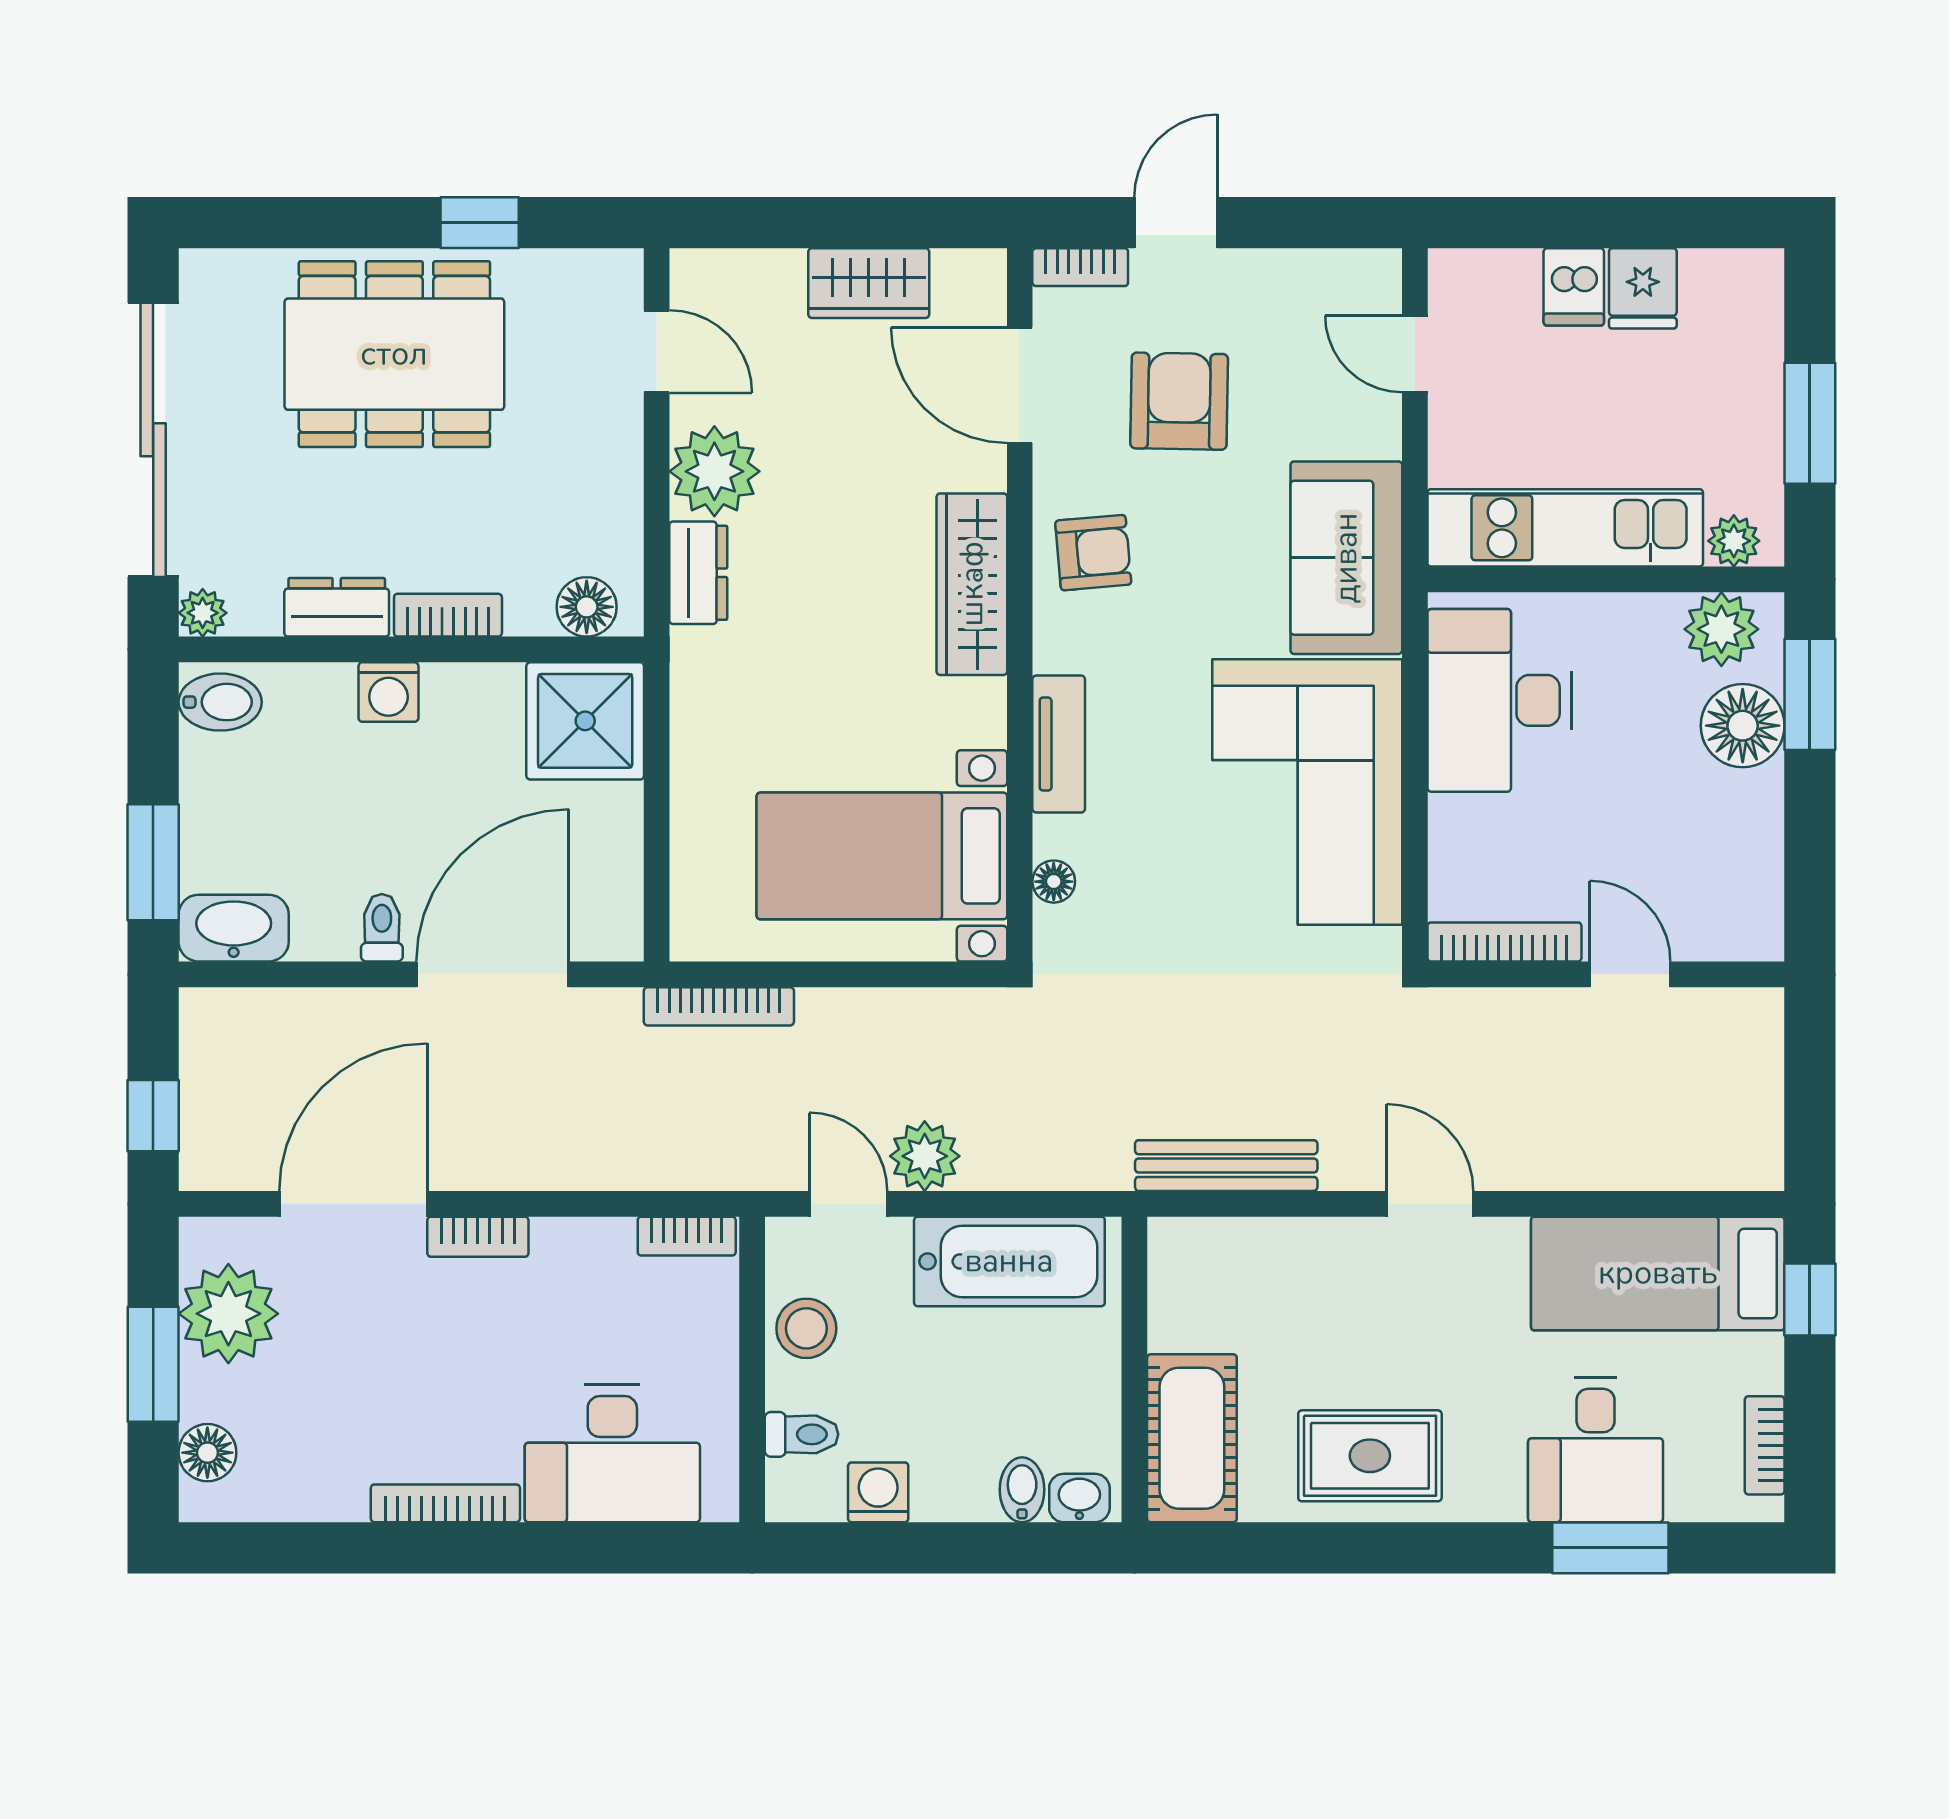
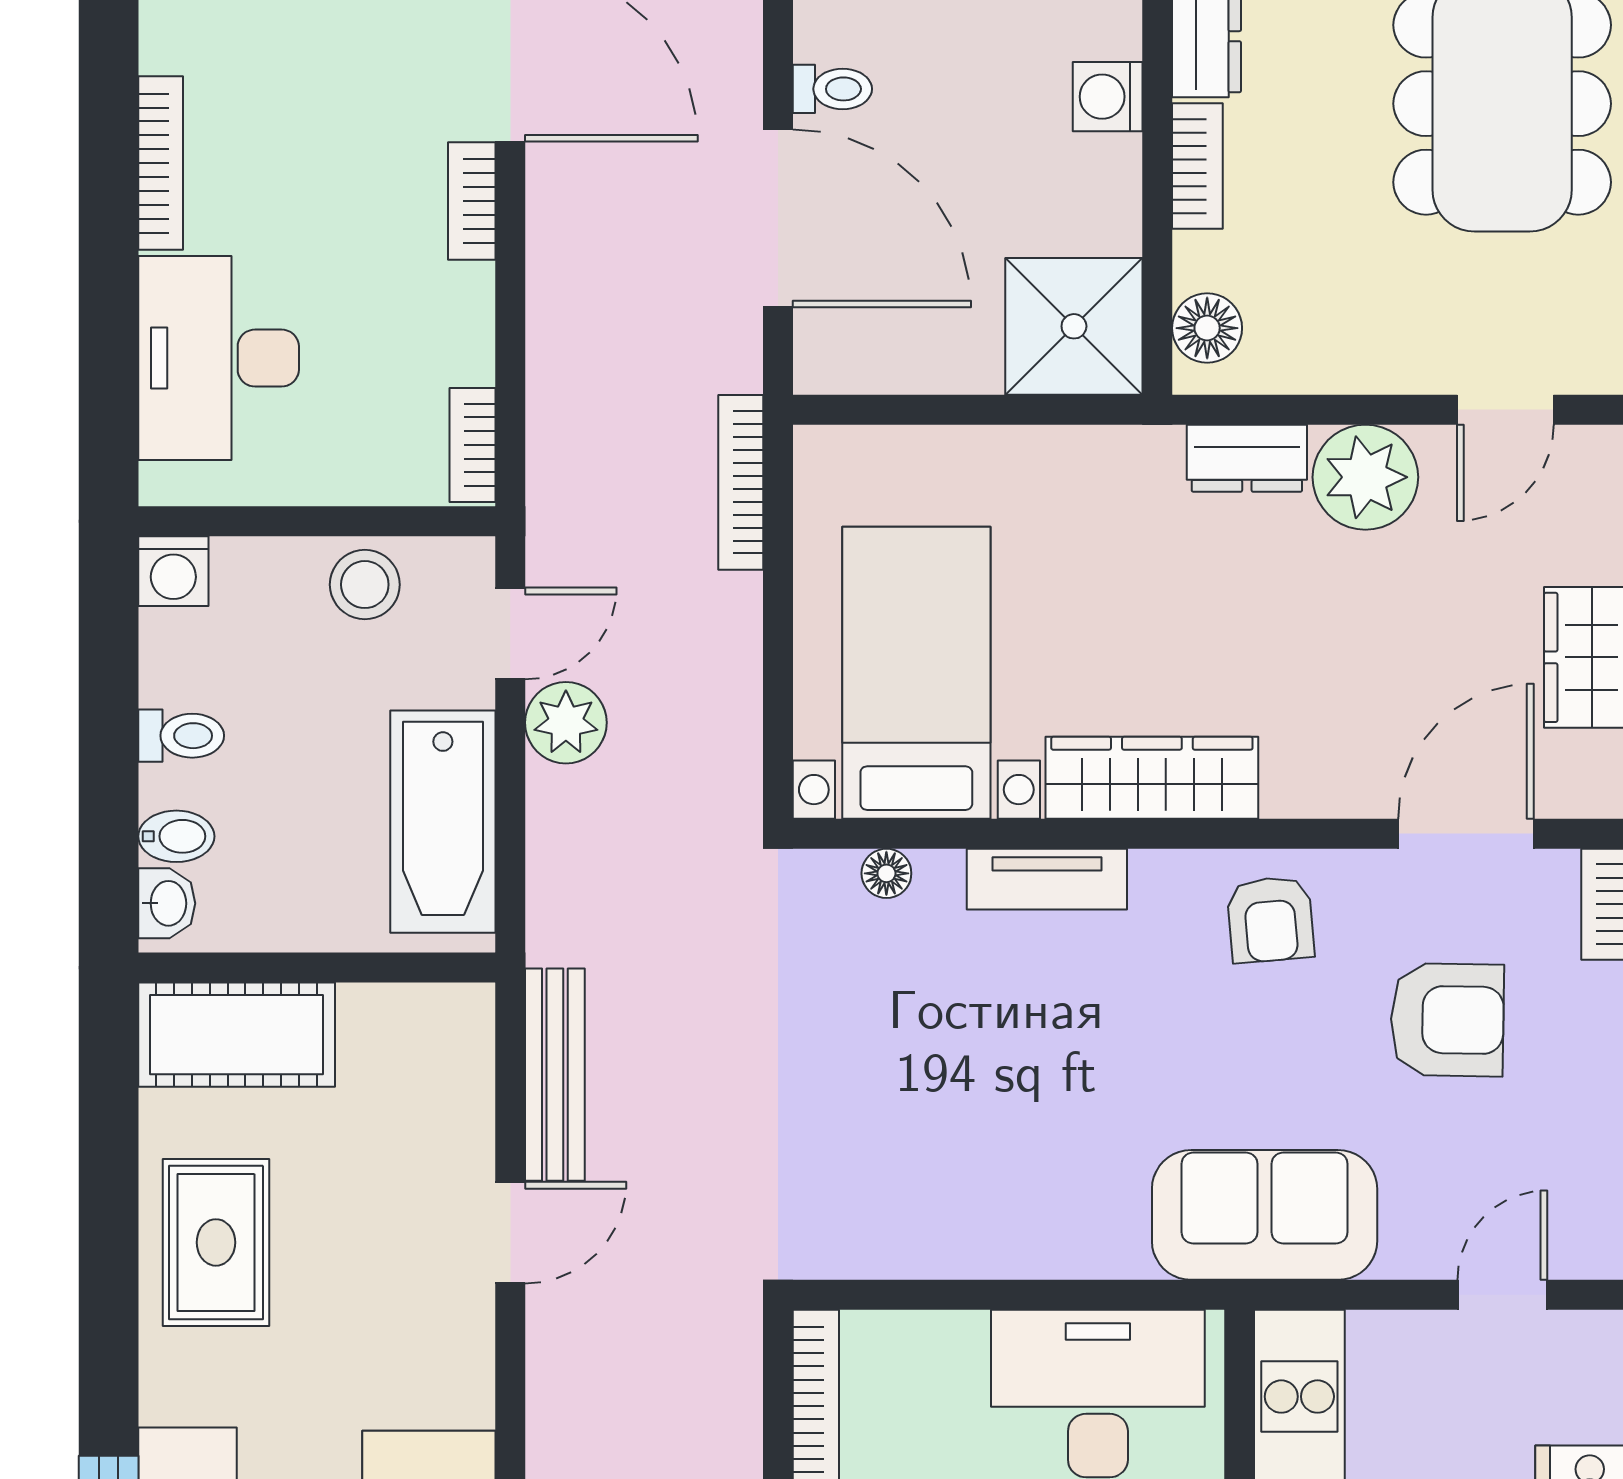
wardrobe: (972, 584) -> (1152, 778), moved
corner sofa: (1307, 792) -> (991, 1169), removed
door: (1430, 1204) -> (510, 1233), moved
toilet: (802, 1434) -> (181, 736), moved, turned -90
washing machine: (878, 1492) -> (173, 571), moved, turned 90

